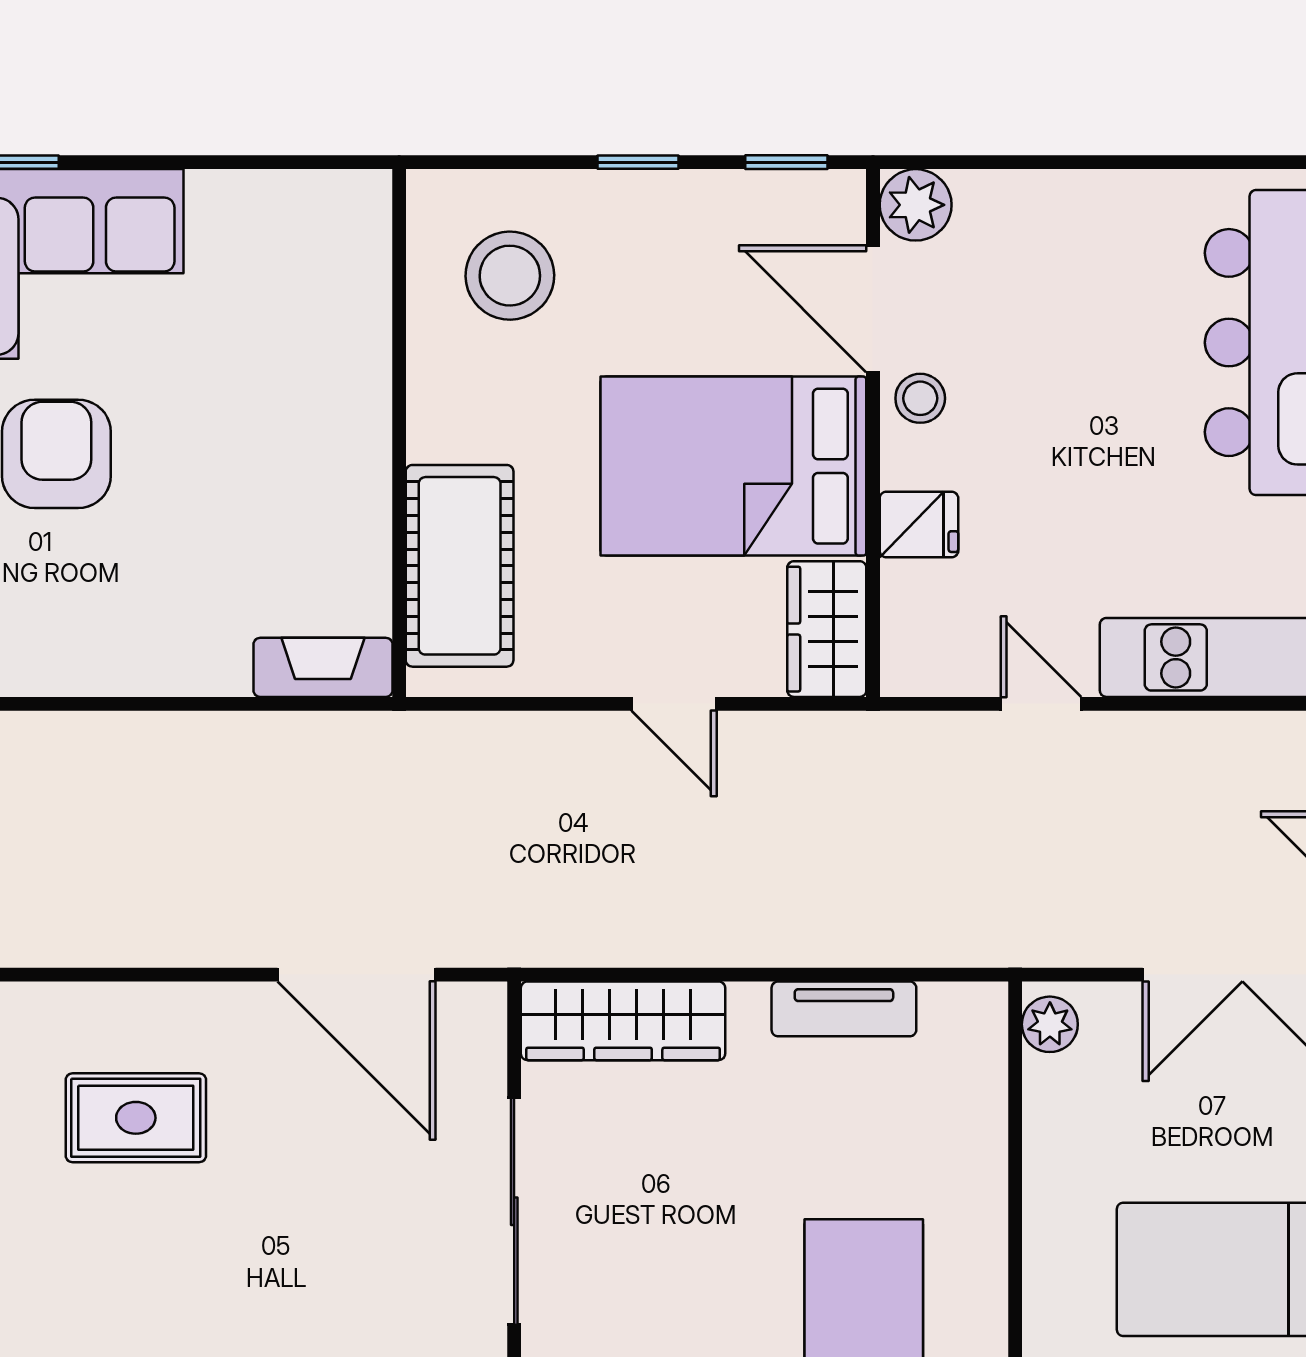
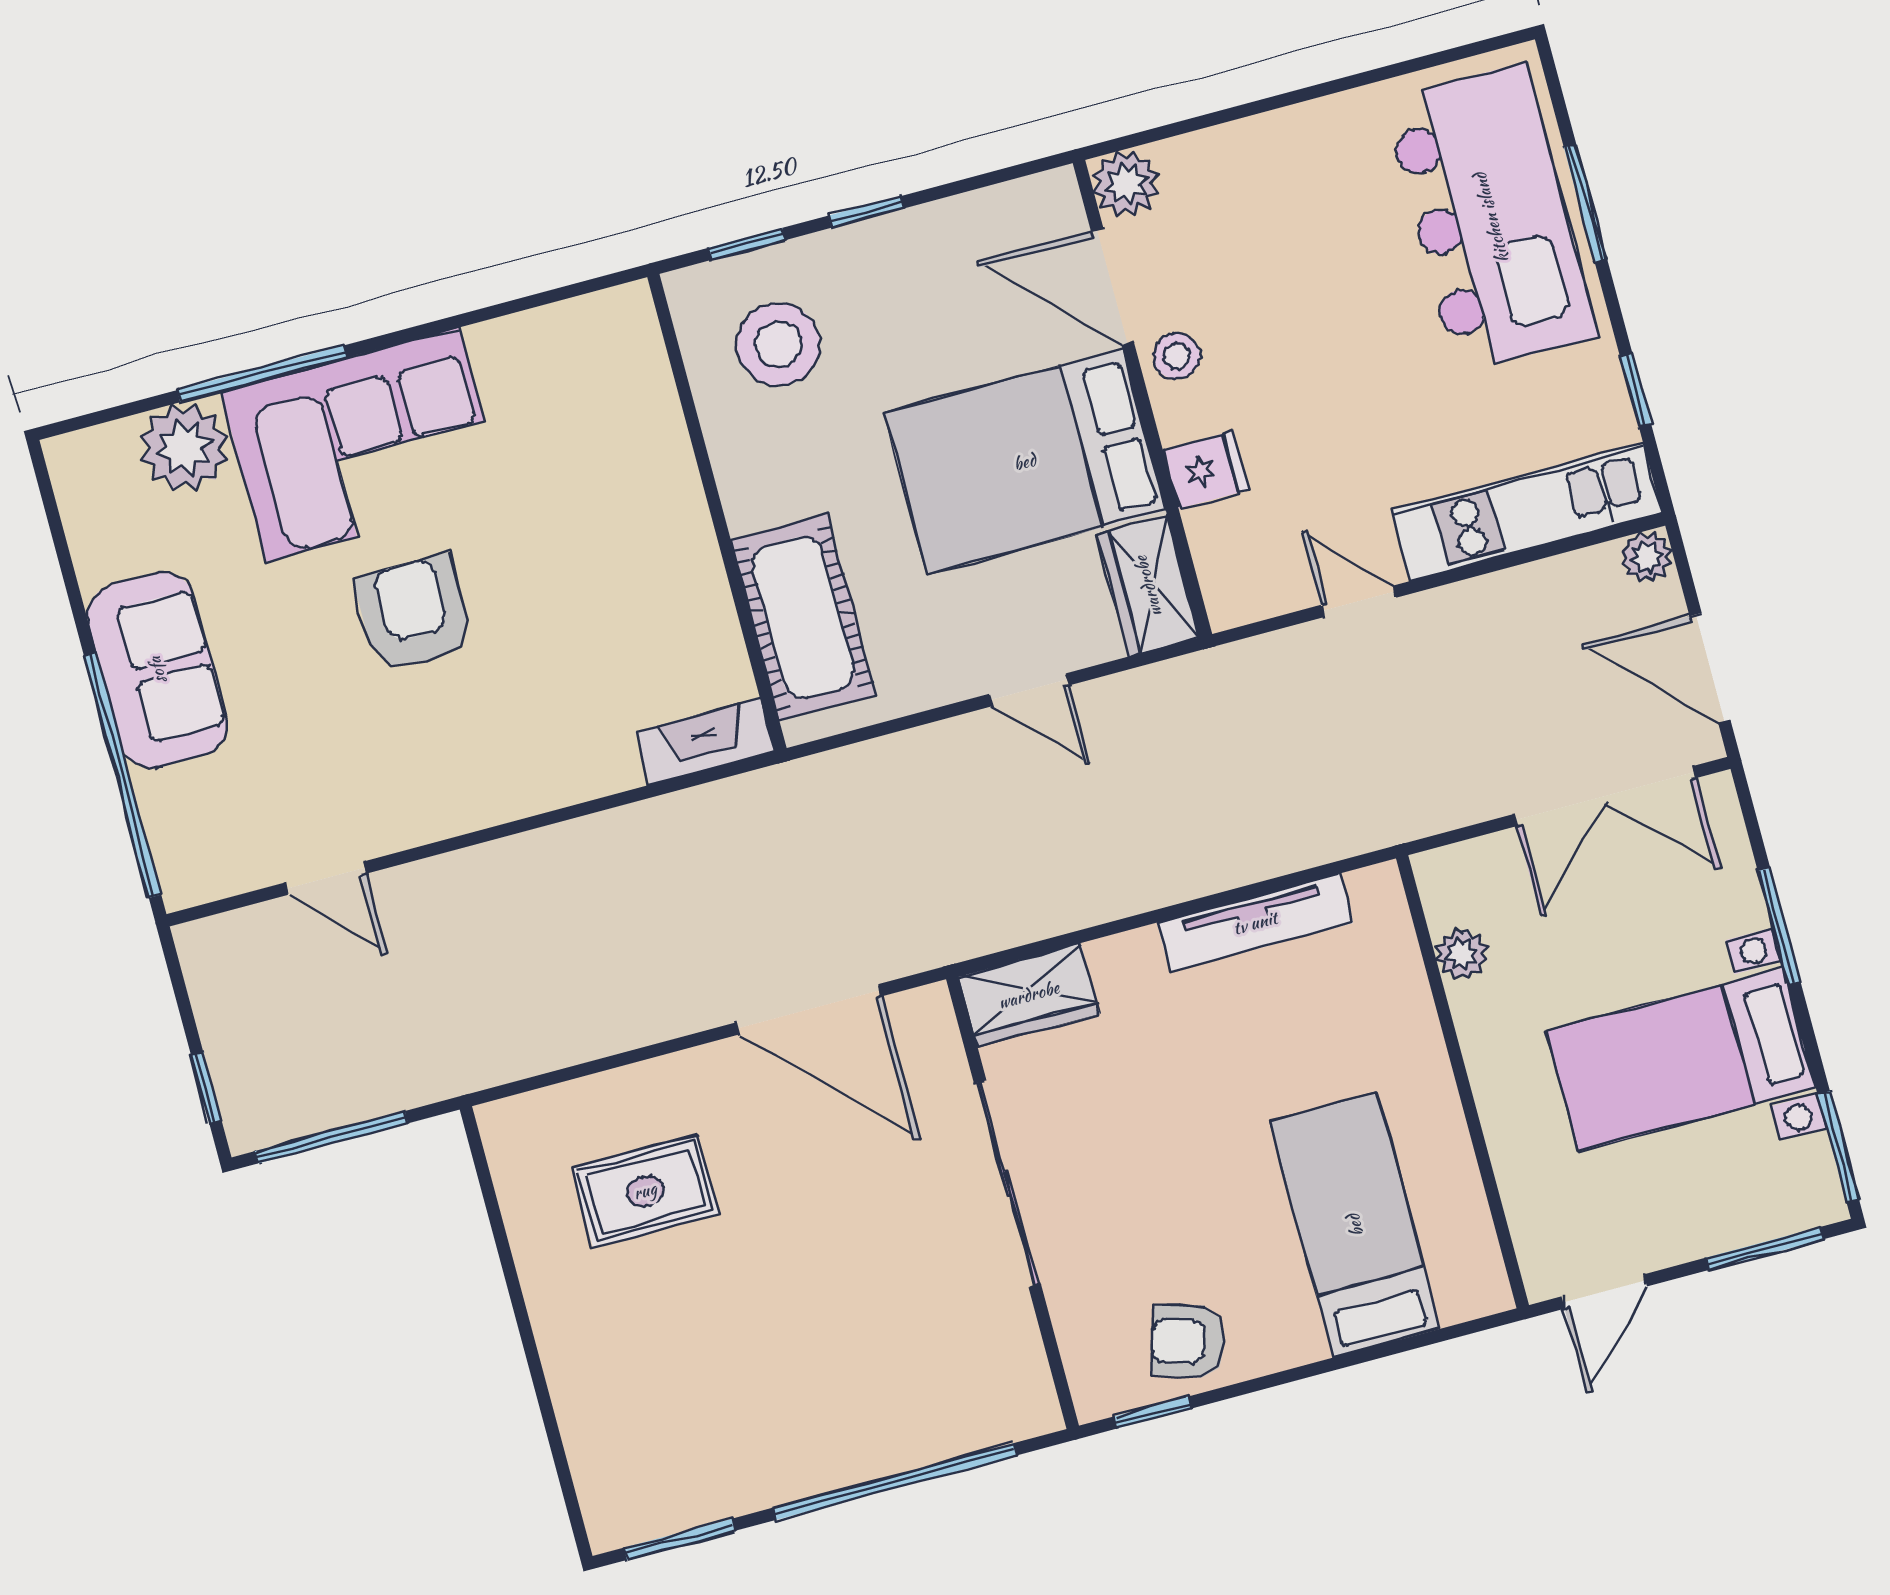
window: (786, 162) -> (747, 244), moved
tv unit: (844, 1009) -> (1255, 923), width x1.41
wardrobe: (623, 1021) -> (1029, 995), width x0.67
plant: (1050, 1024) -> (1462, 954), moved

